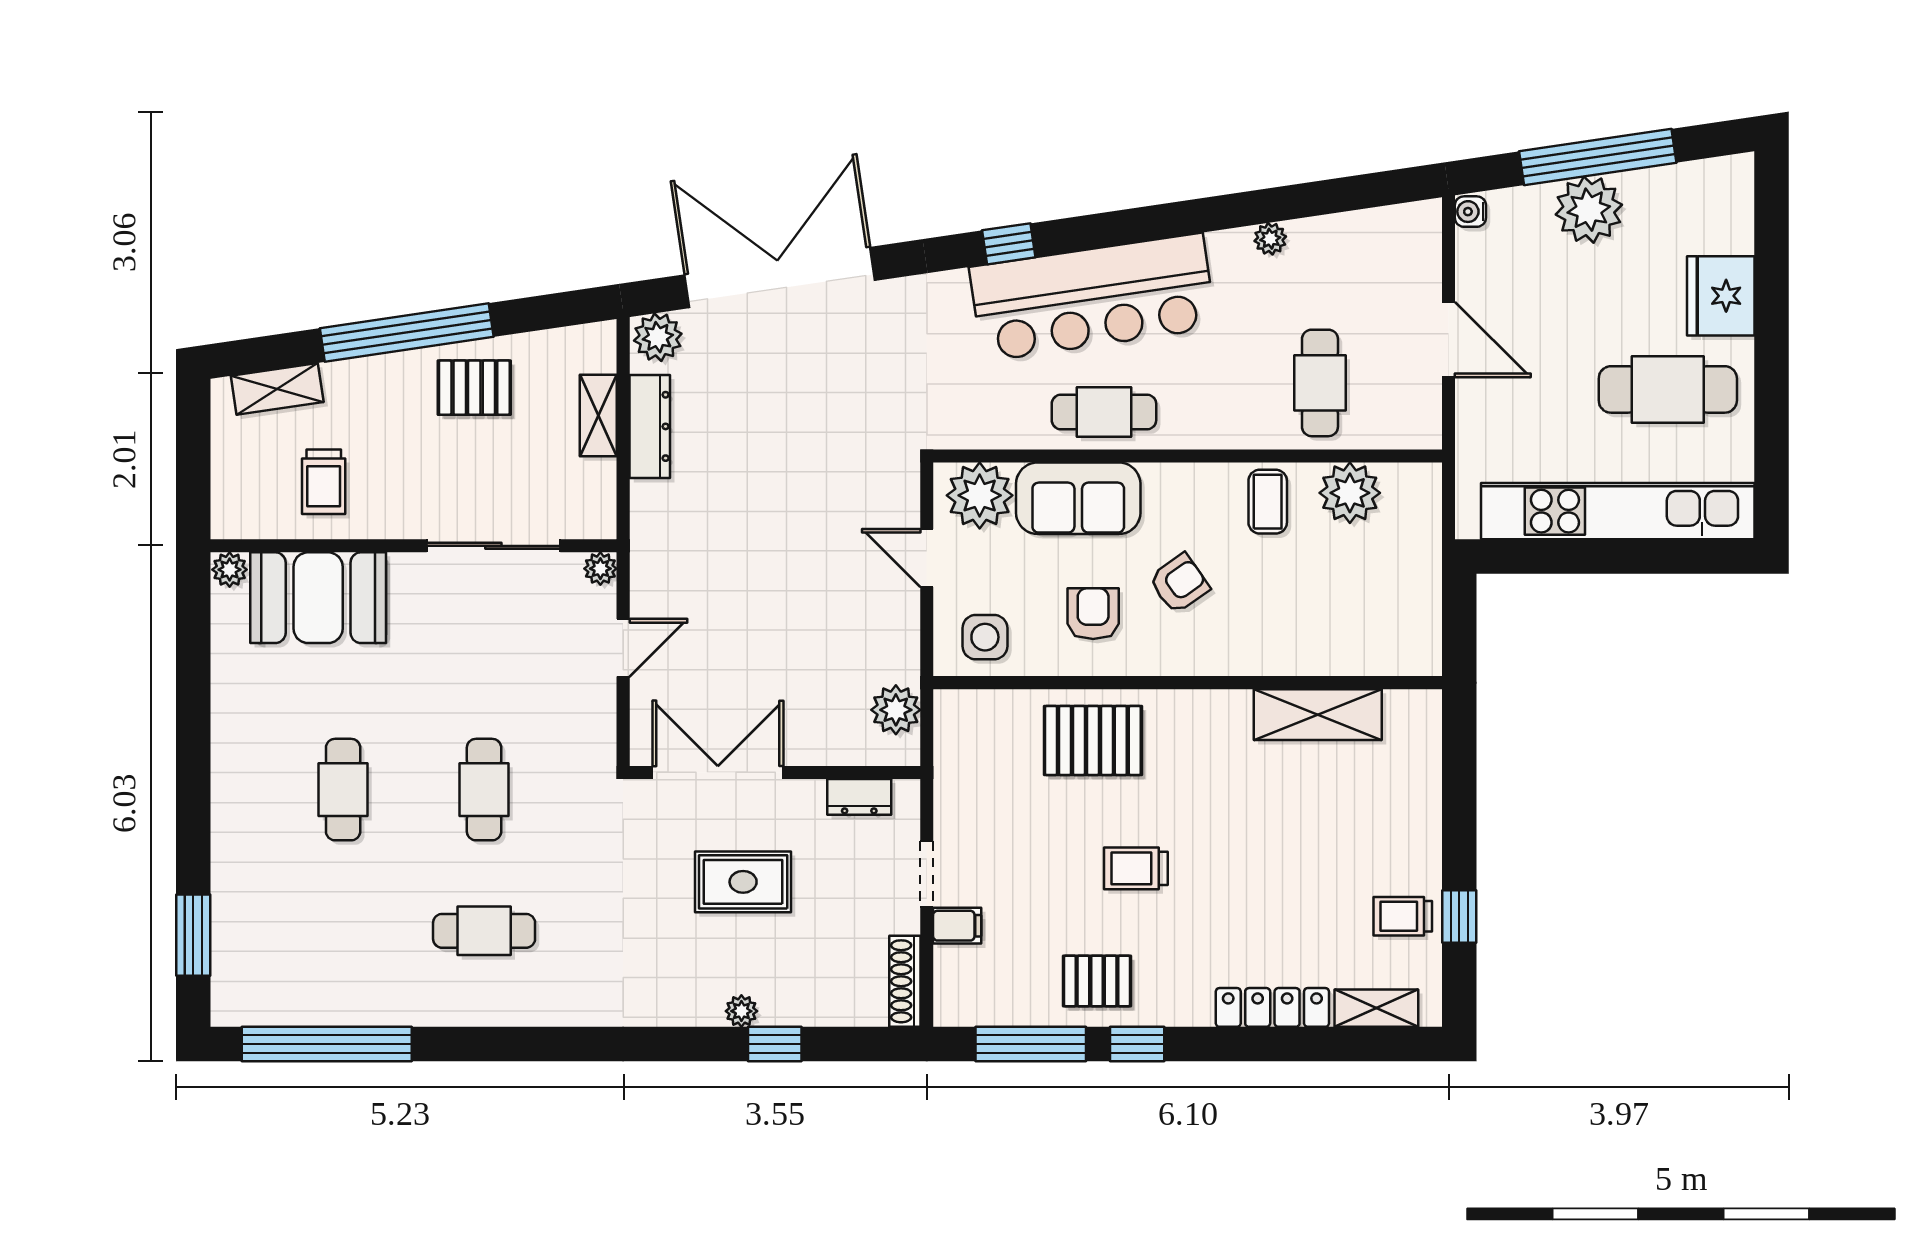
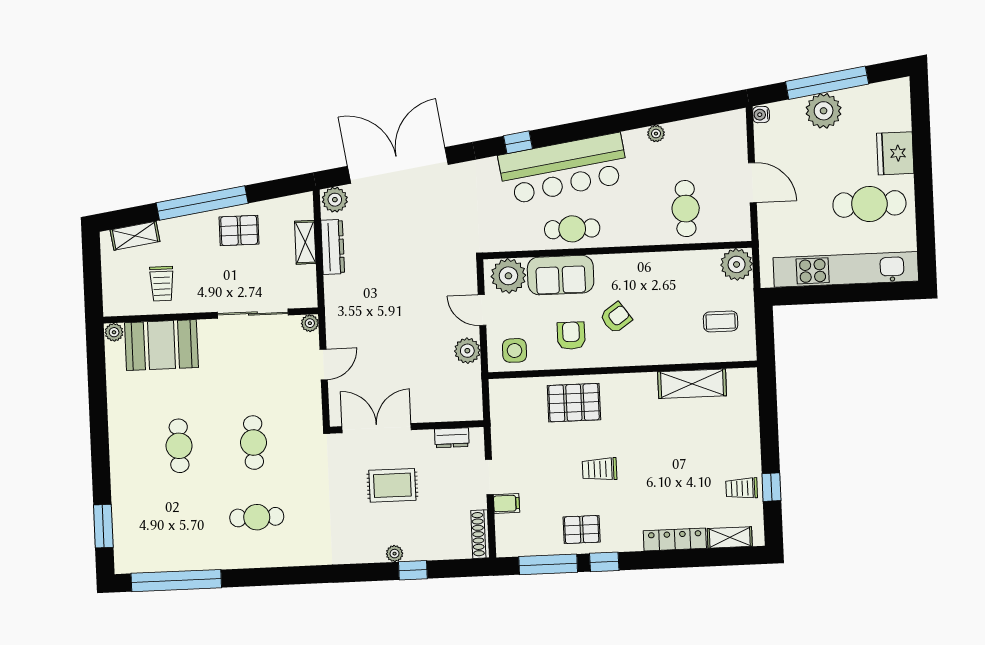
plant: (1350, 493) -> (737, 264), moved
coffee table: (1268, 502) -> (721, 321), moved, turned 90
plant: (896, 710) -> (467, 351), moved

